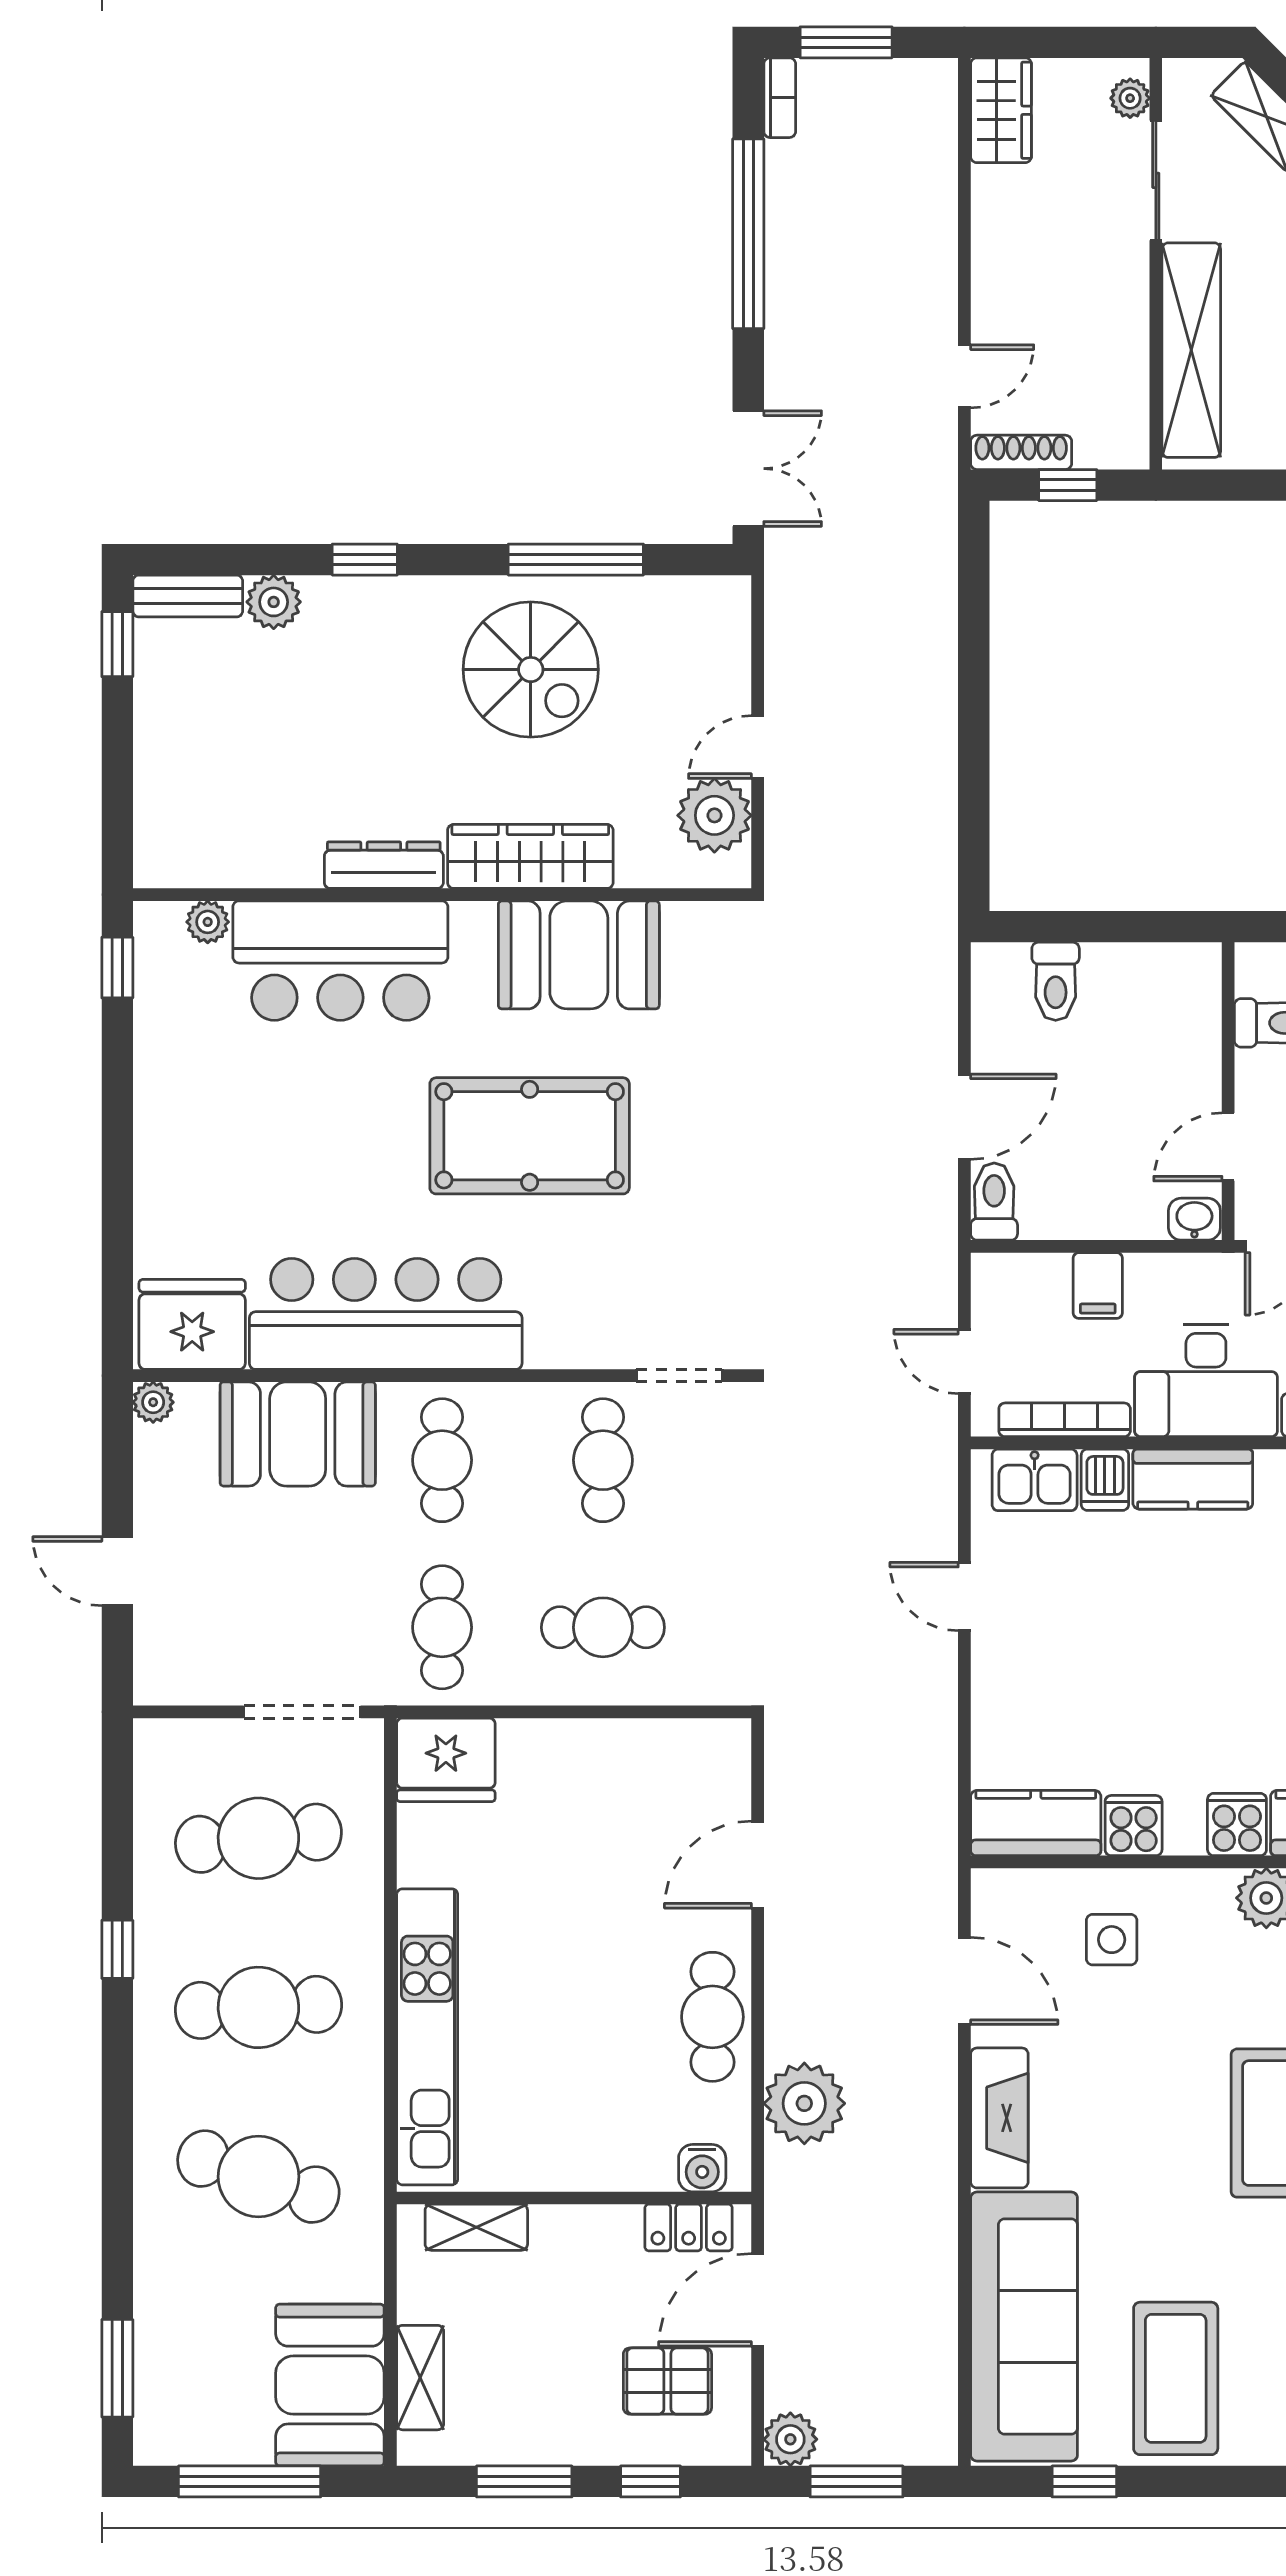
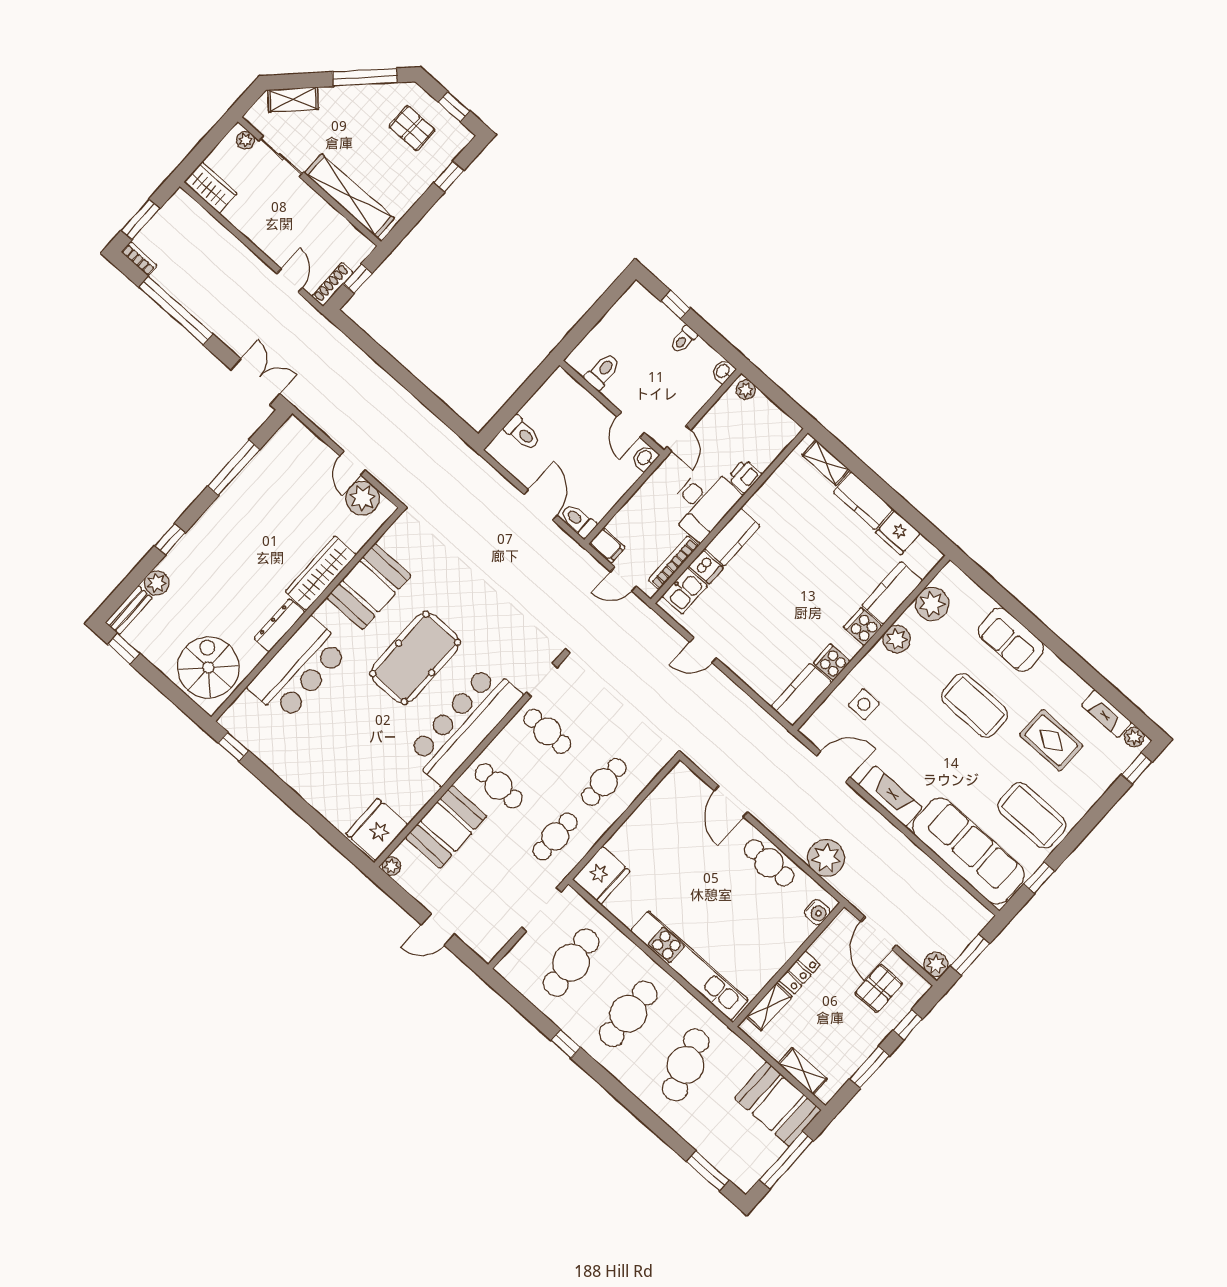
spiral stairs: (531, 670) -> (208, 667), moved, turned -90
plant: (208, 922) -> (245, 702), removed
filing cabinet: (1098, 1286) -> (607, 545), moved
bar counter: (386, 1314) -> (464, 725), moved
cafe table: (442, 1627) -> (555, 836), turned 90
cafe table: (258, 2177) -> (686, 1065), turned -36
locker: (689, 2228) -> (800, 972), moved

